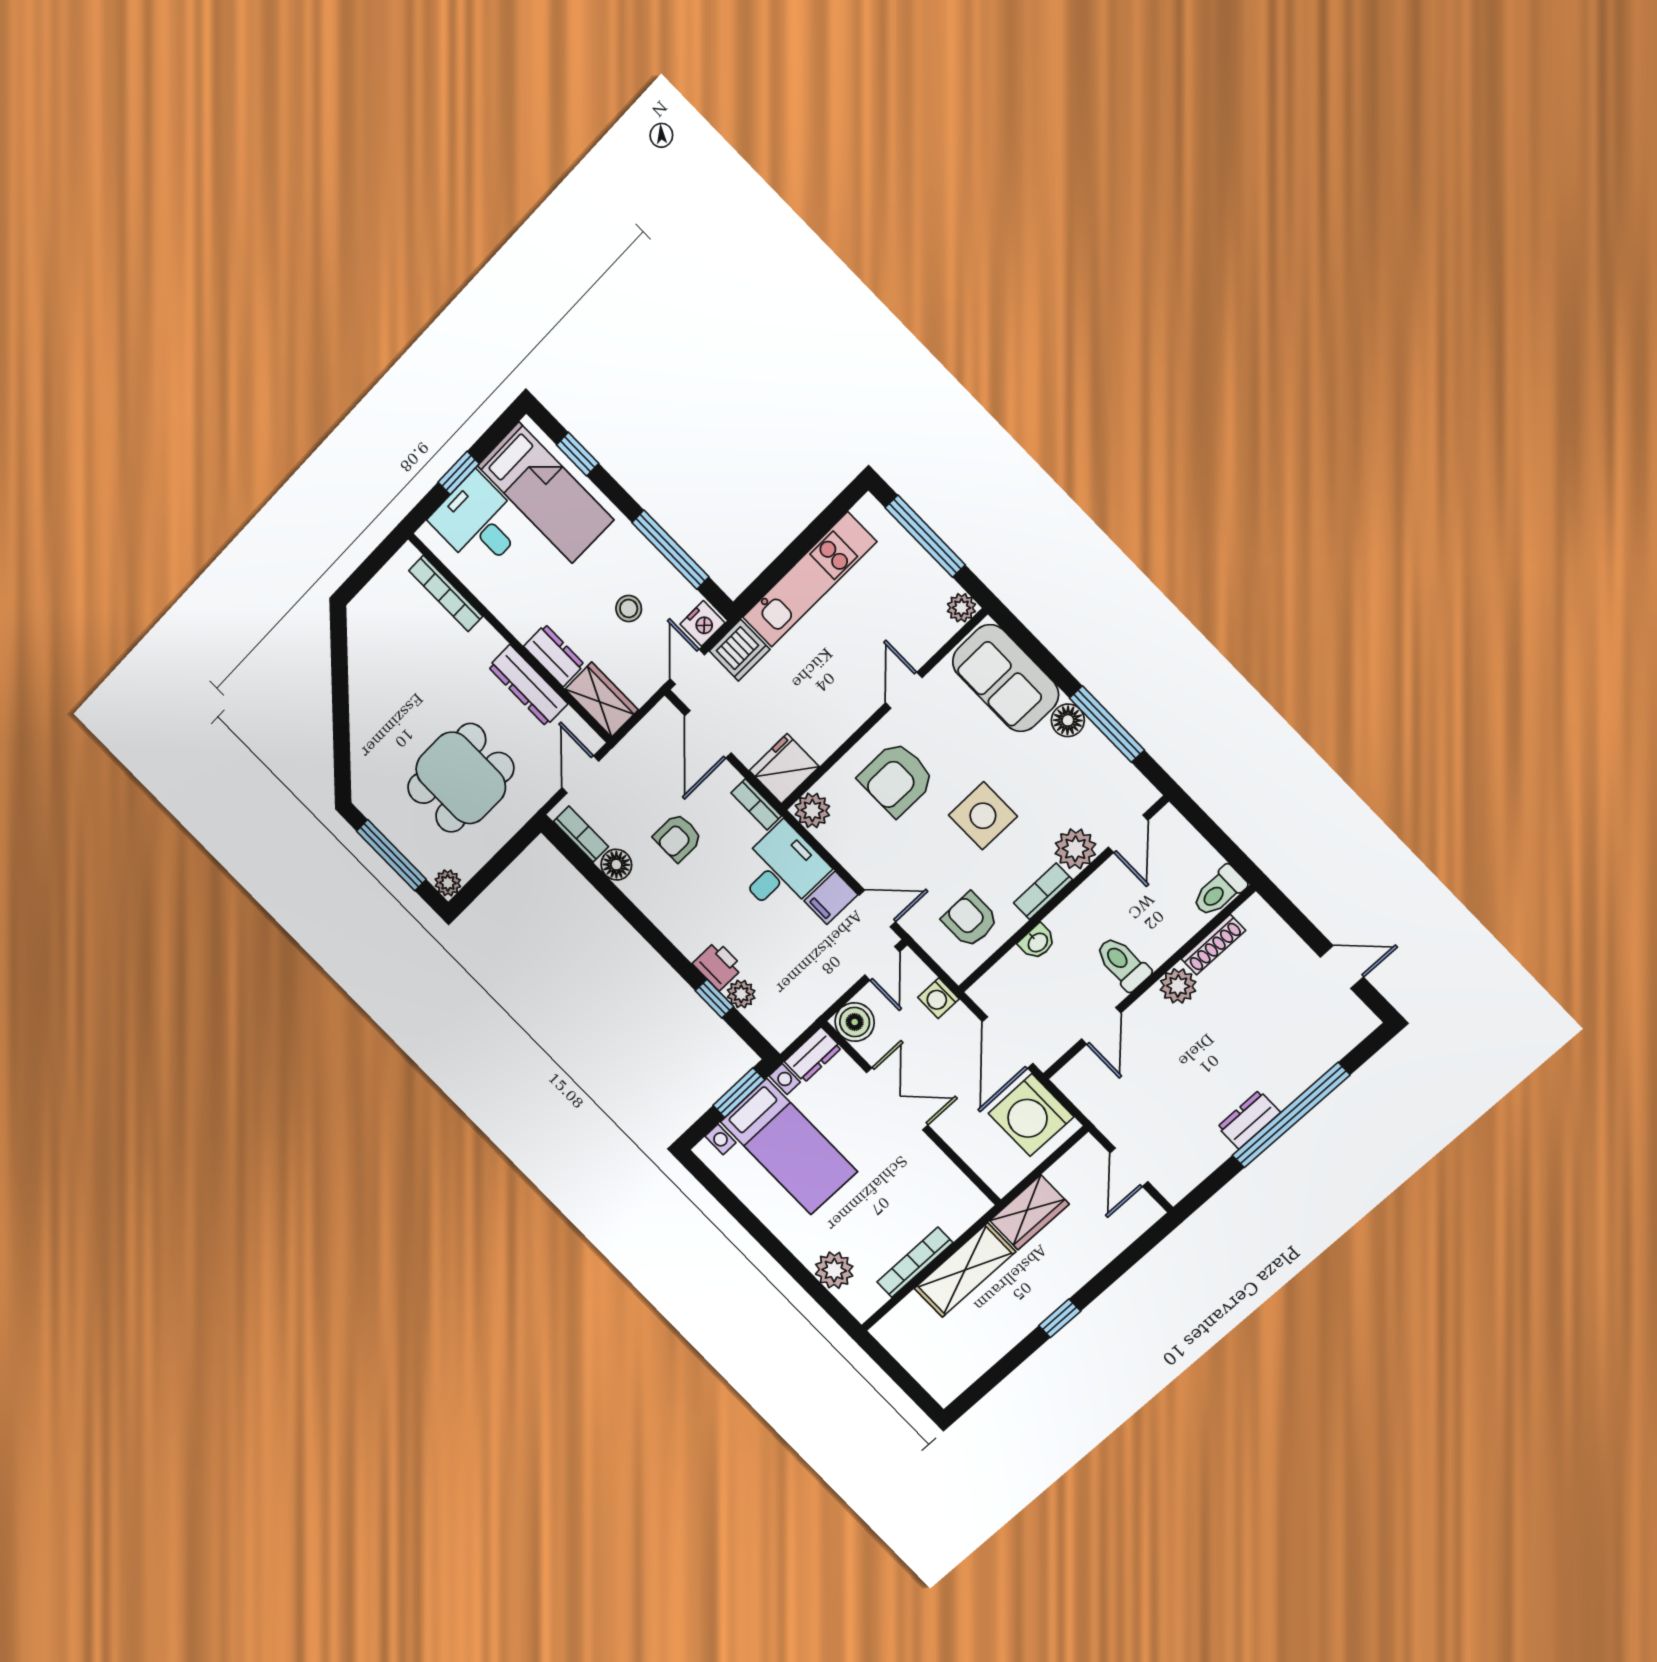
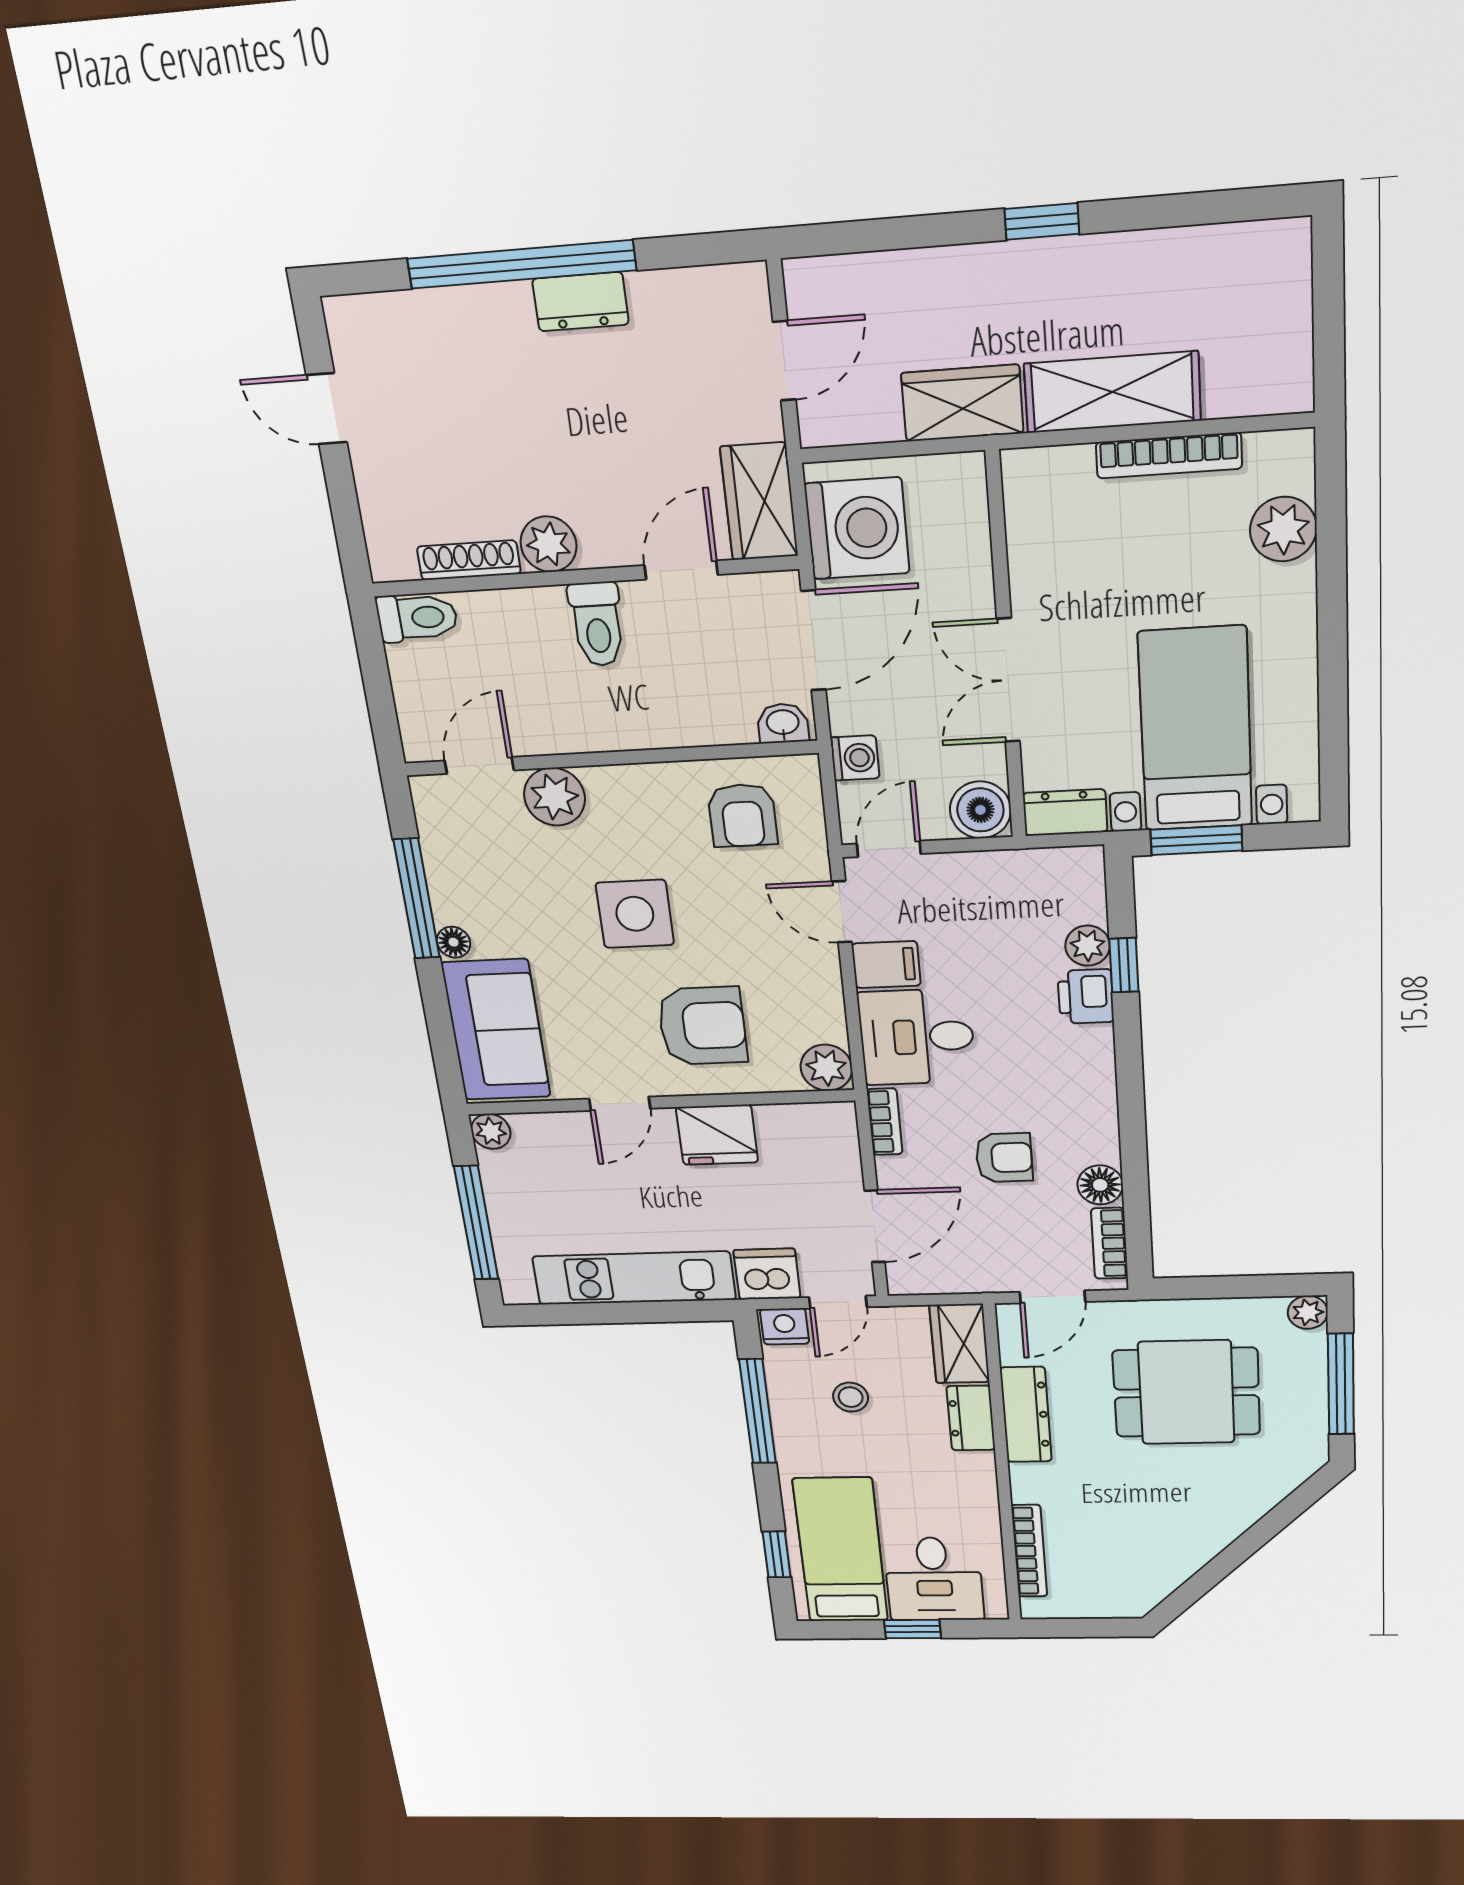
floor lamp: (1068, 720) -> (454, 942), width x0.73, depth x0.73
fridge: (784, 769) -> (717, 1135), moved
bookcase: (1043, 891) -> (630, 780), removed
washbasin: (1037, 942) -> (783, 723), moved
wardrobe: (1089, 1091) -> (759, 501), added

